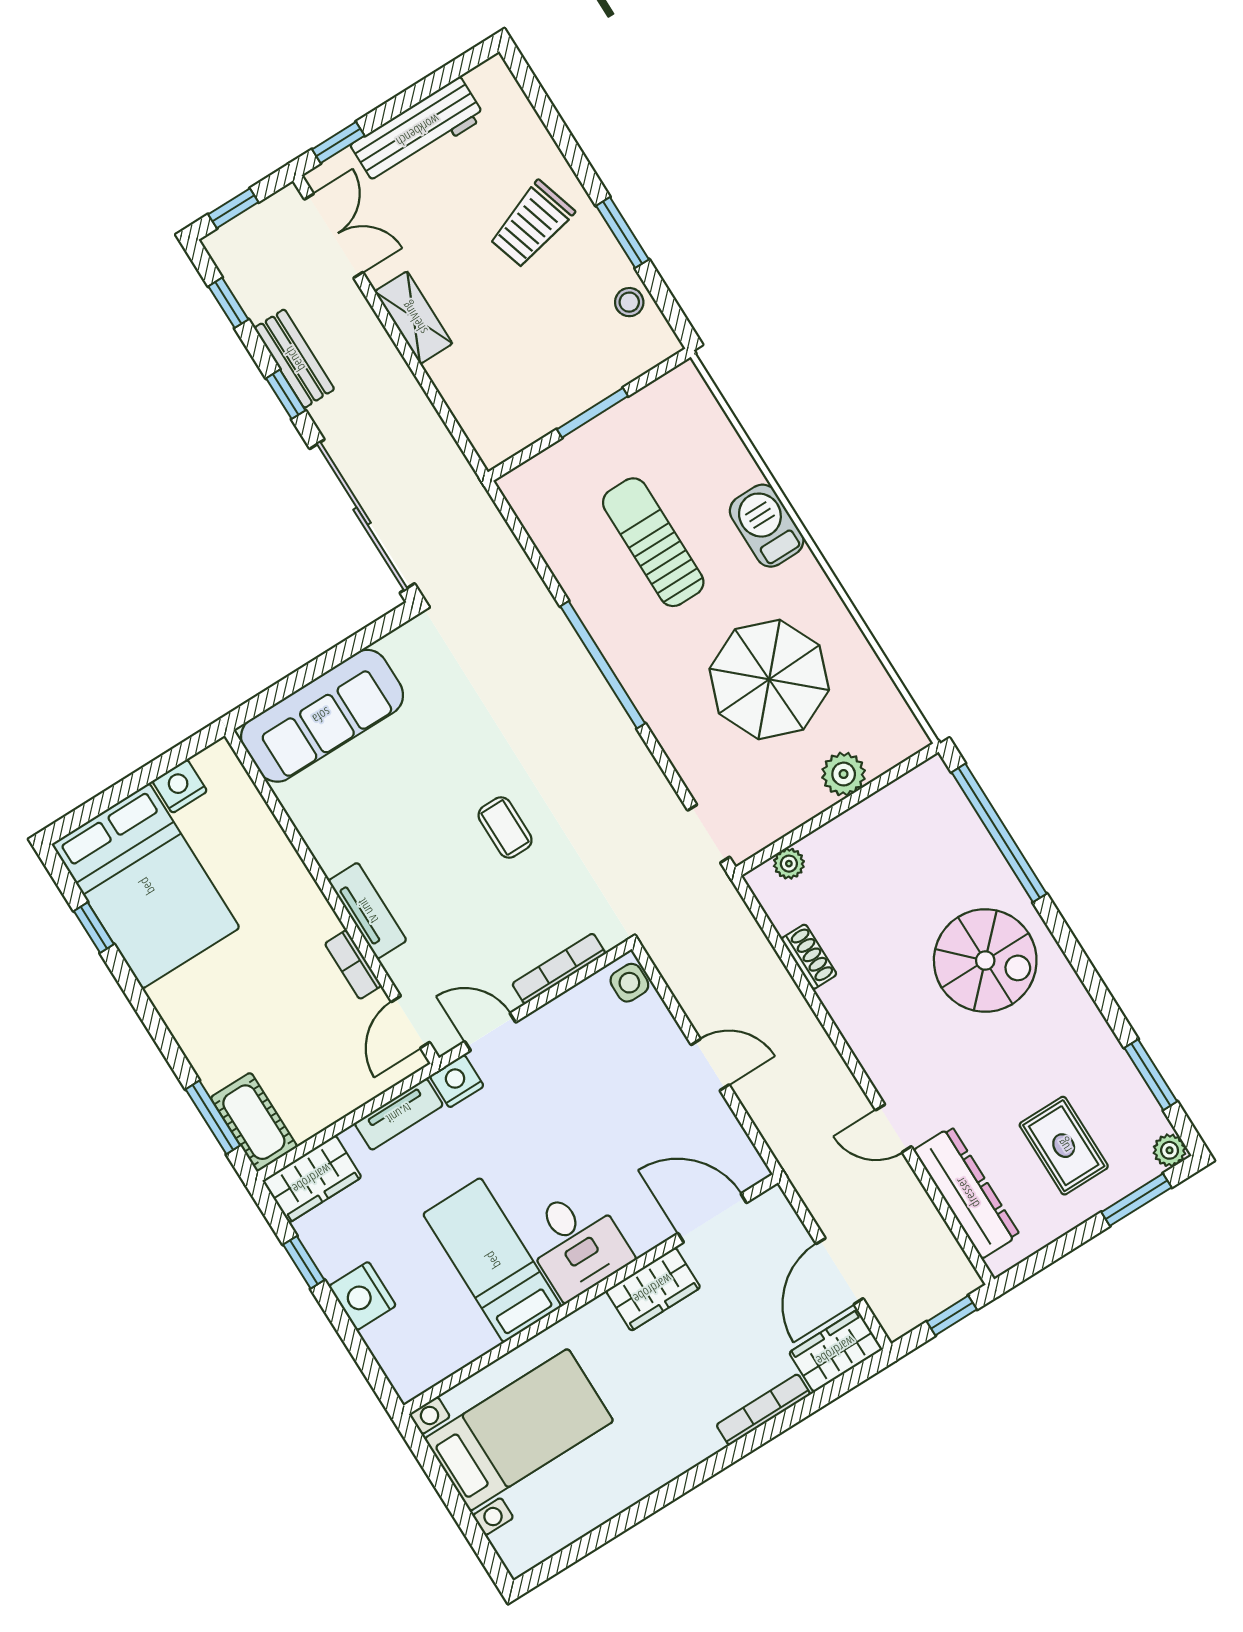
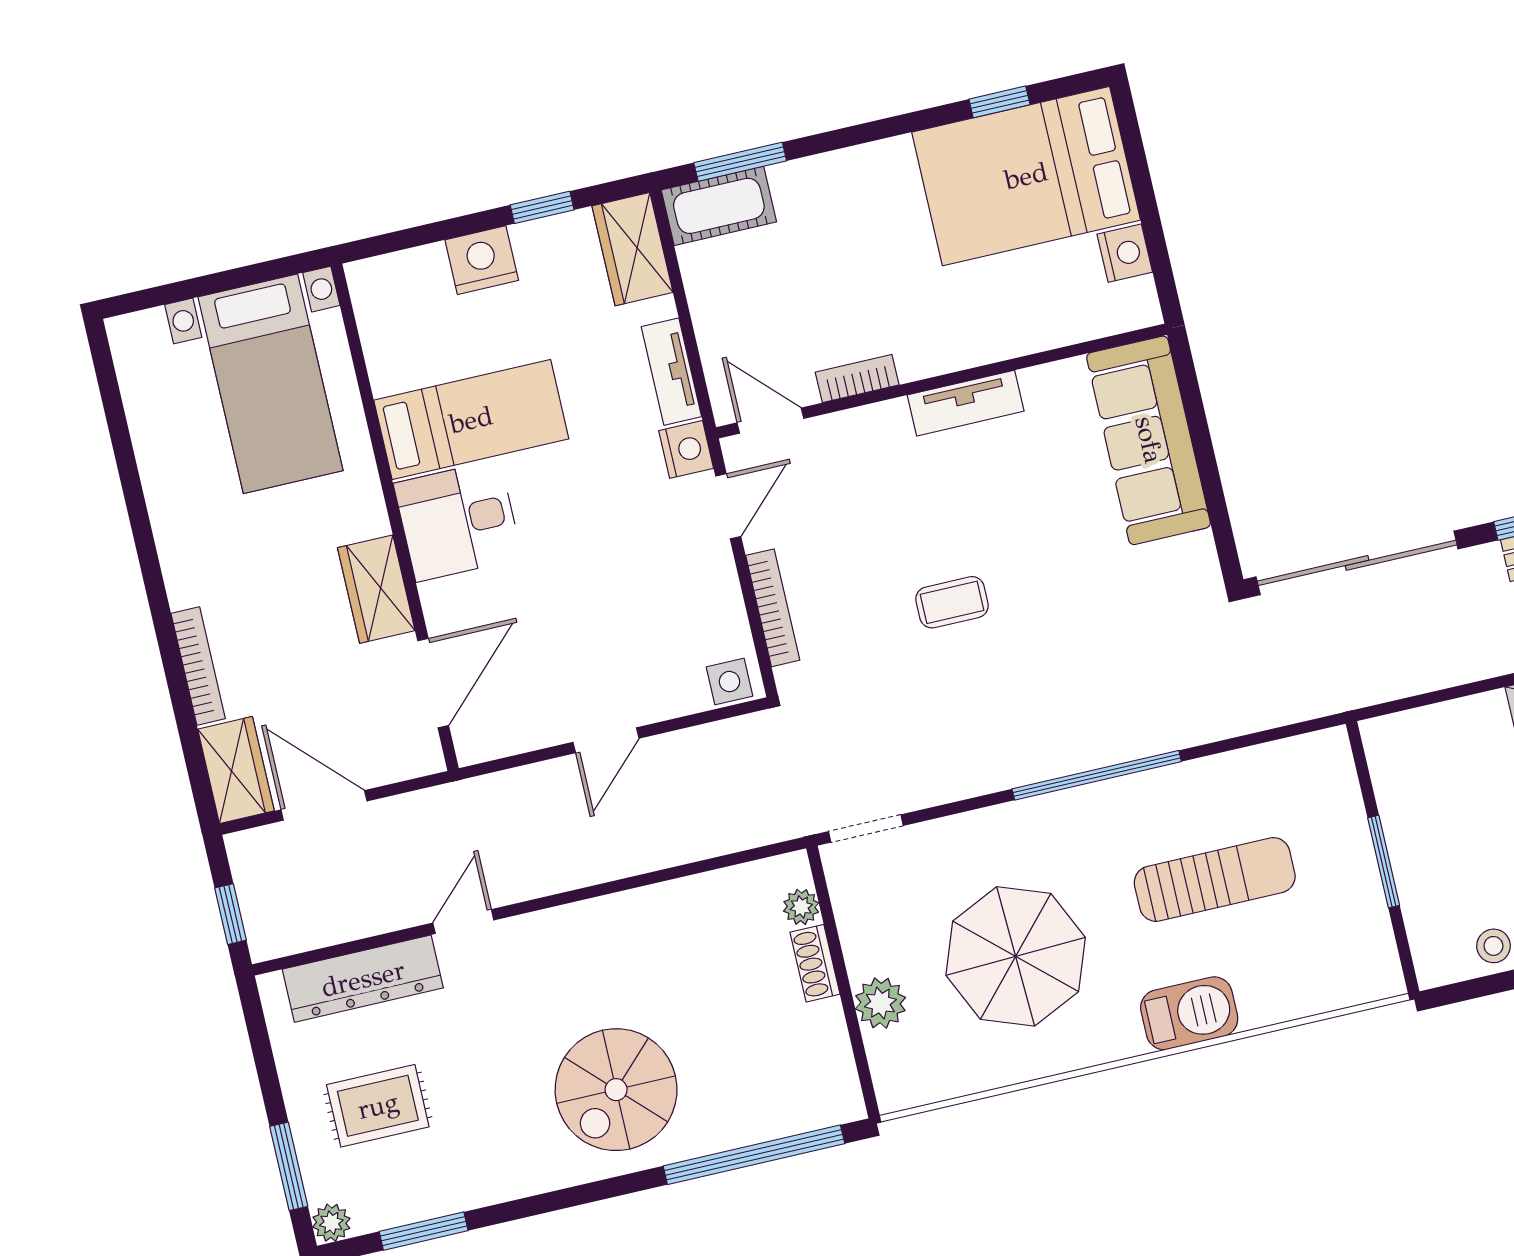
tv unit: (367, 911) -> (966, 403), moved
shoe rack: (809, 957) -> (815, 963), moved, turned 90

